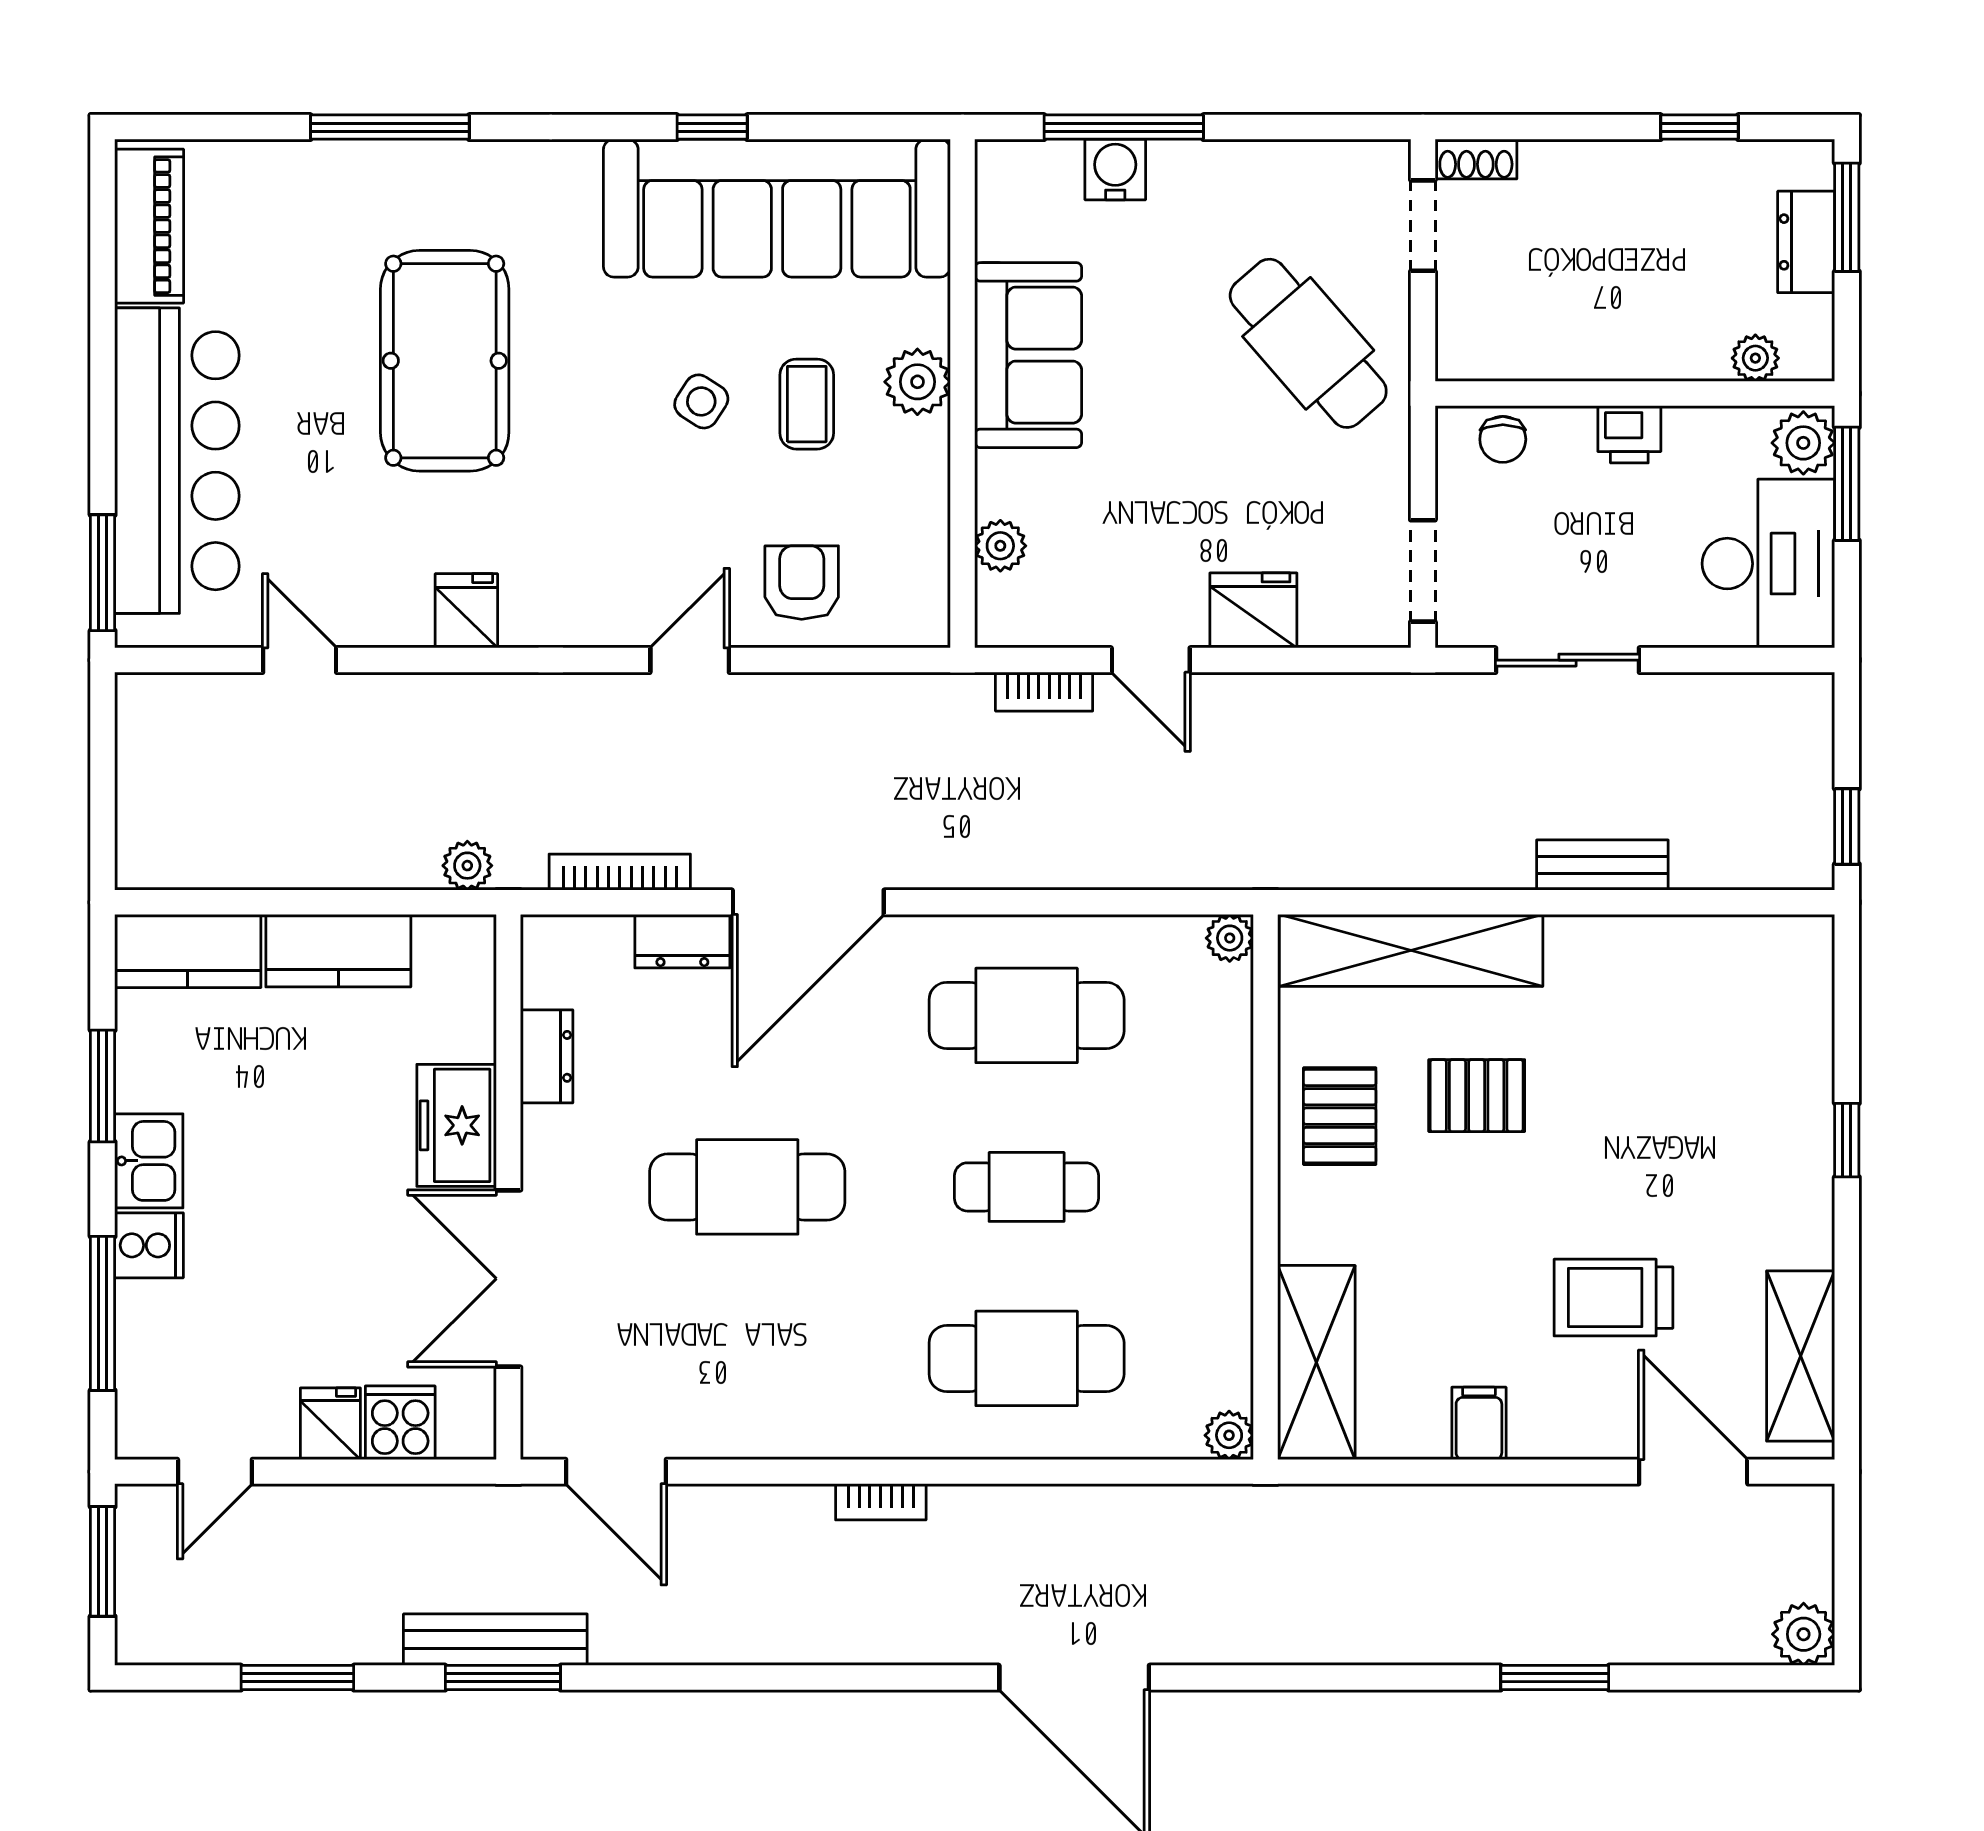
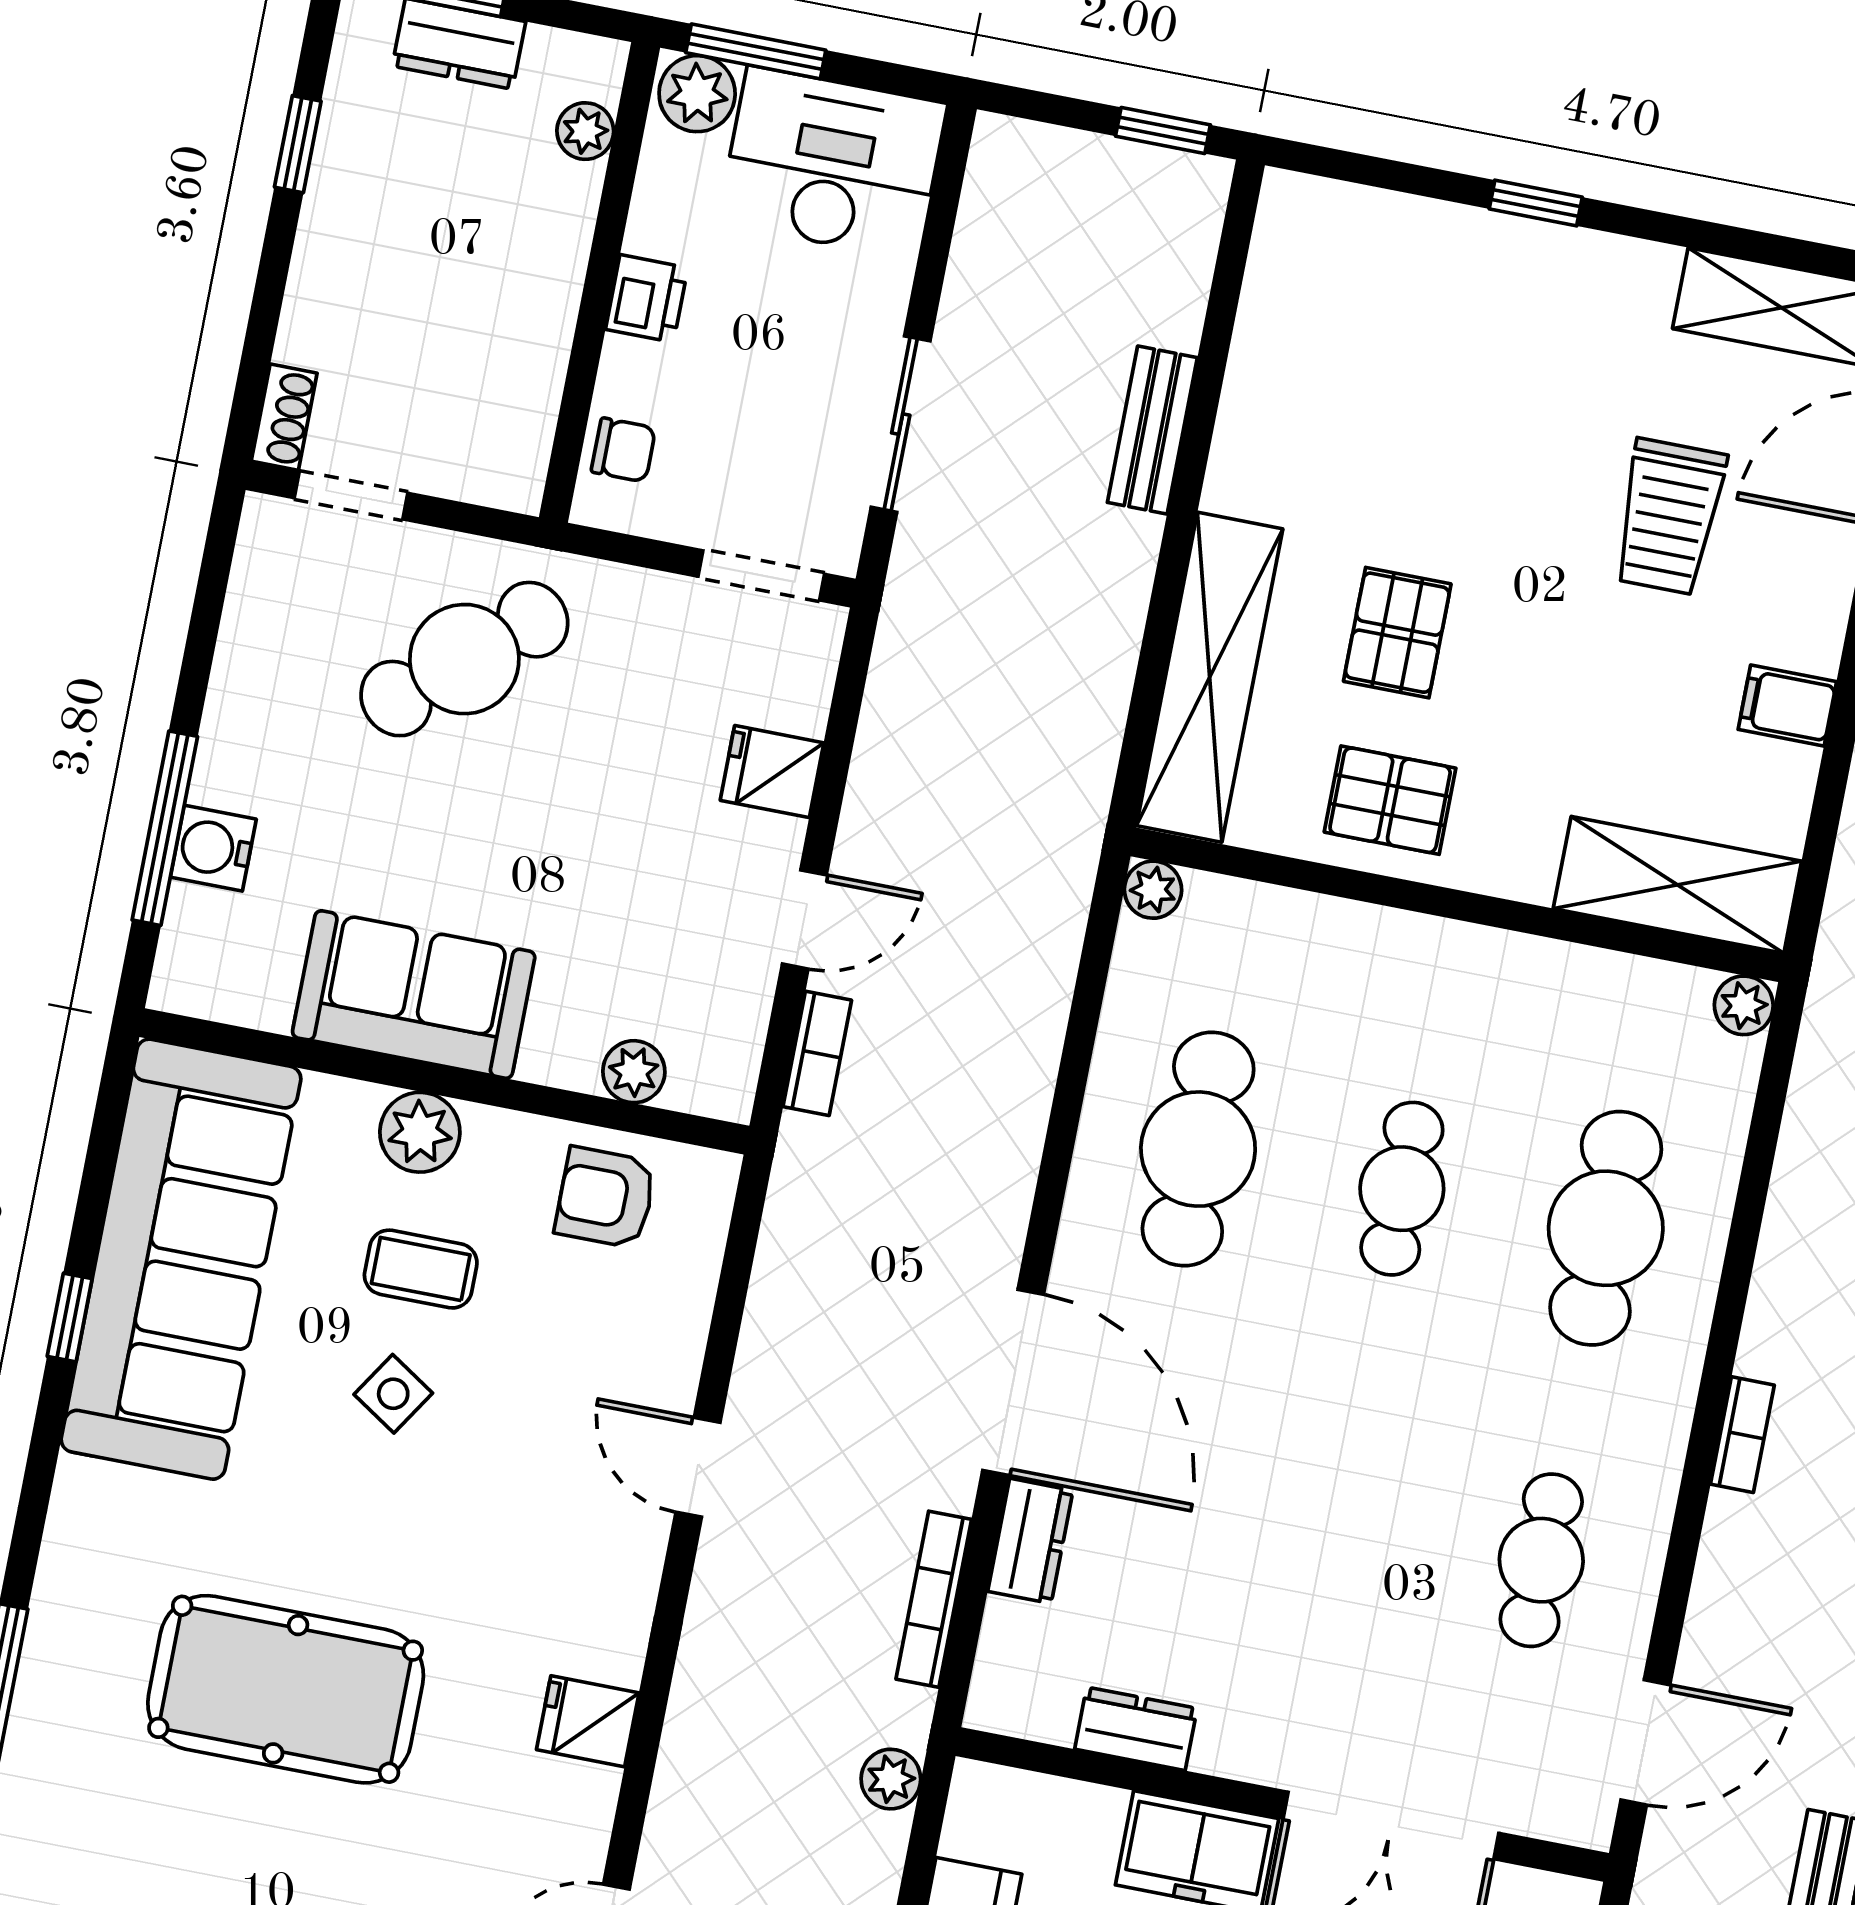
armchair: (802, 583) -> (606, 1198), moved
fridge: (1253, 610) -> (772, 772), width x0.72
cafe table: (747, 1187) -> (1541, 1560), moved, width x0.73, depth x0.74

